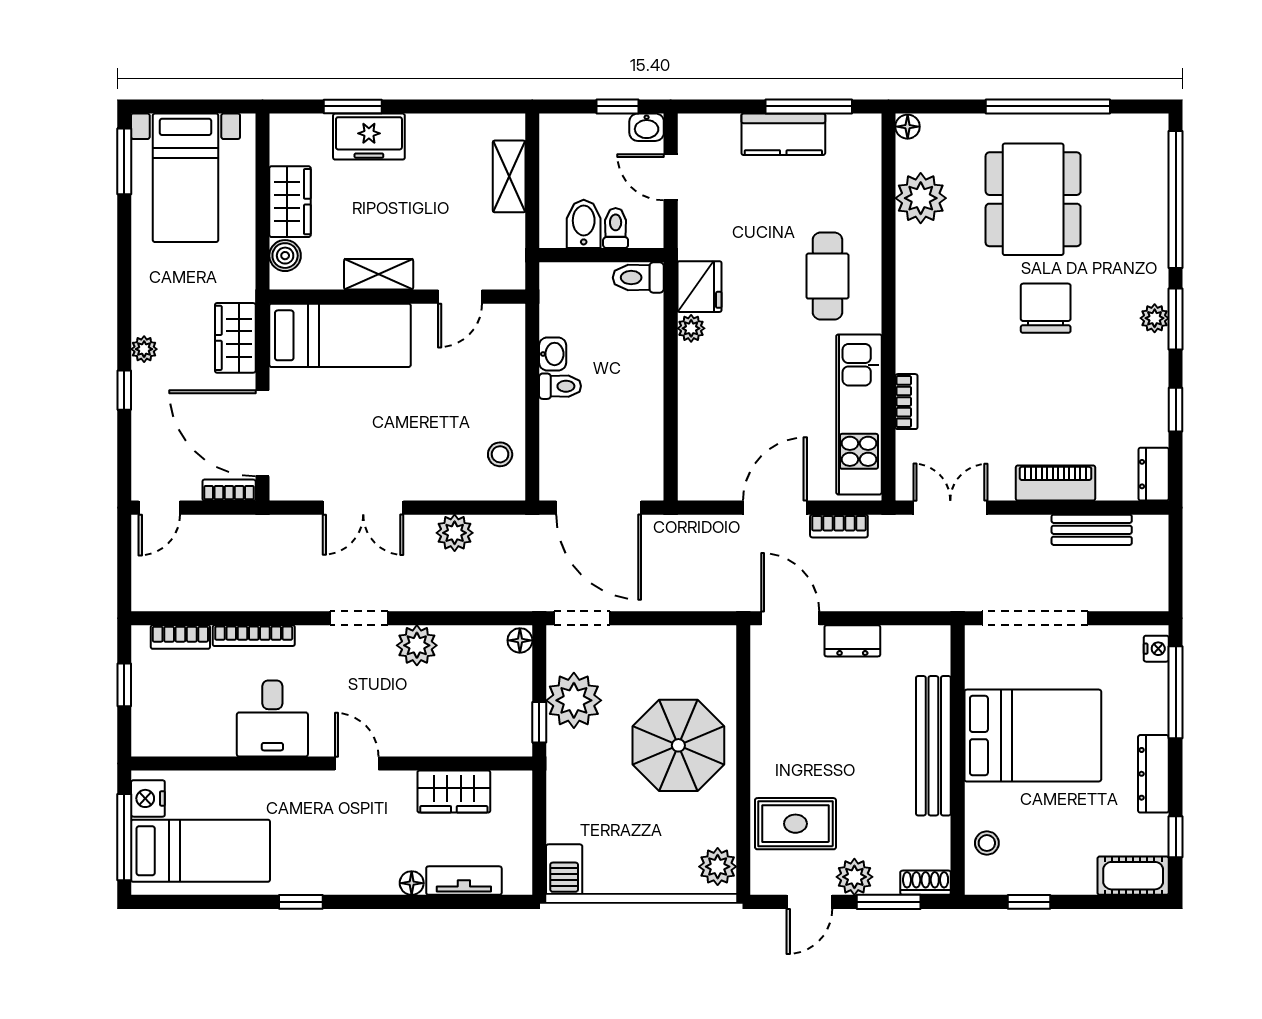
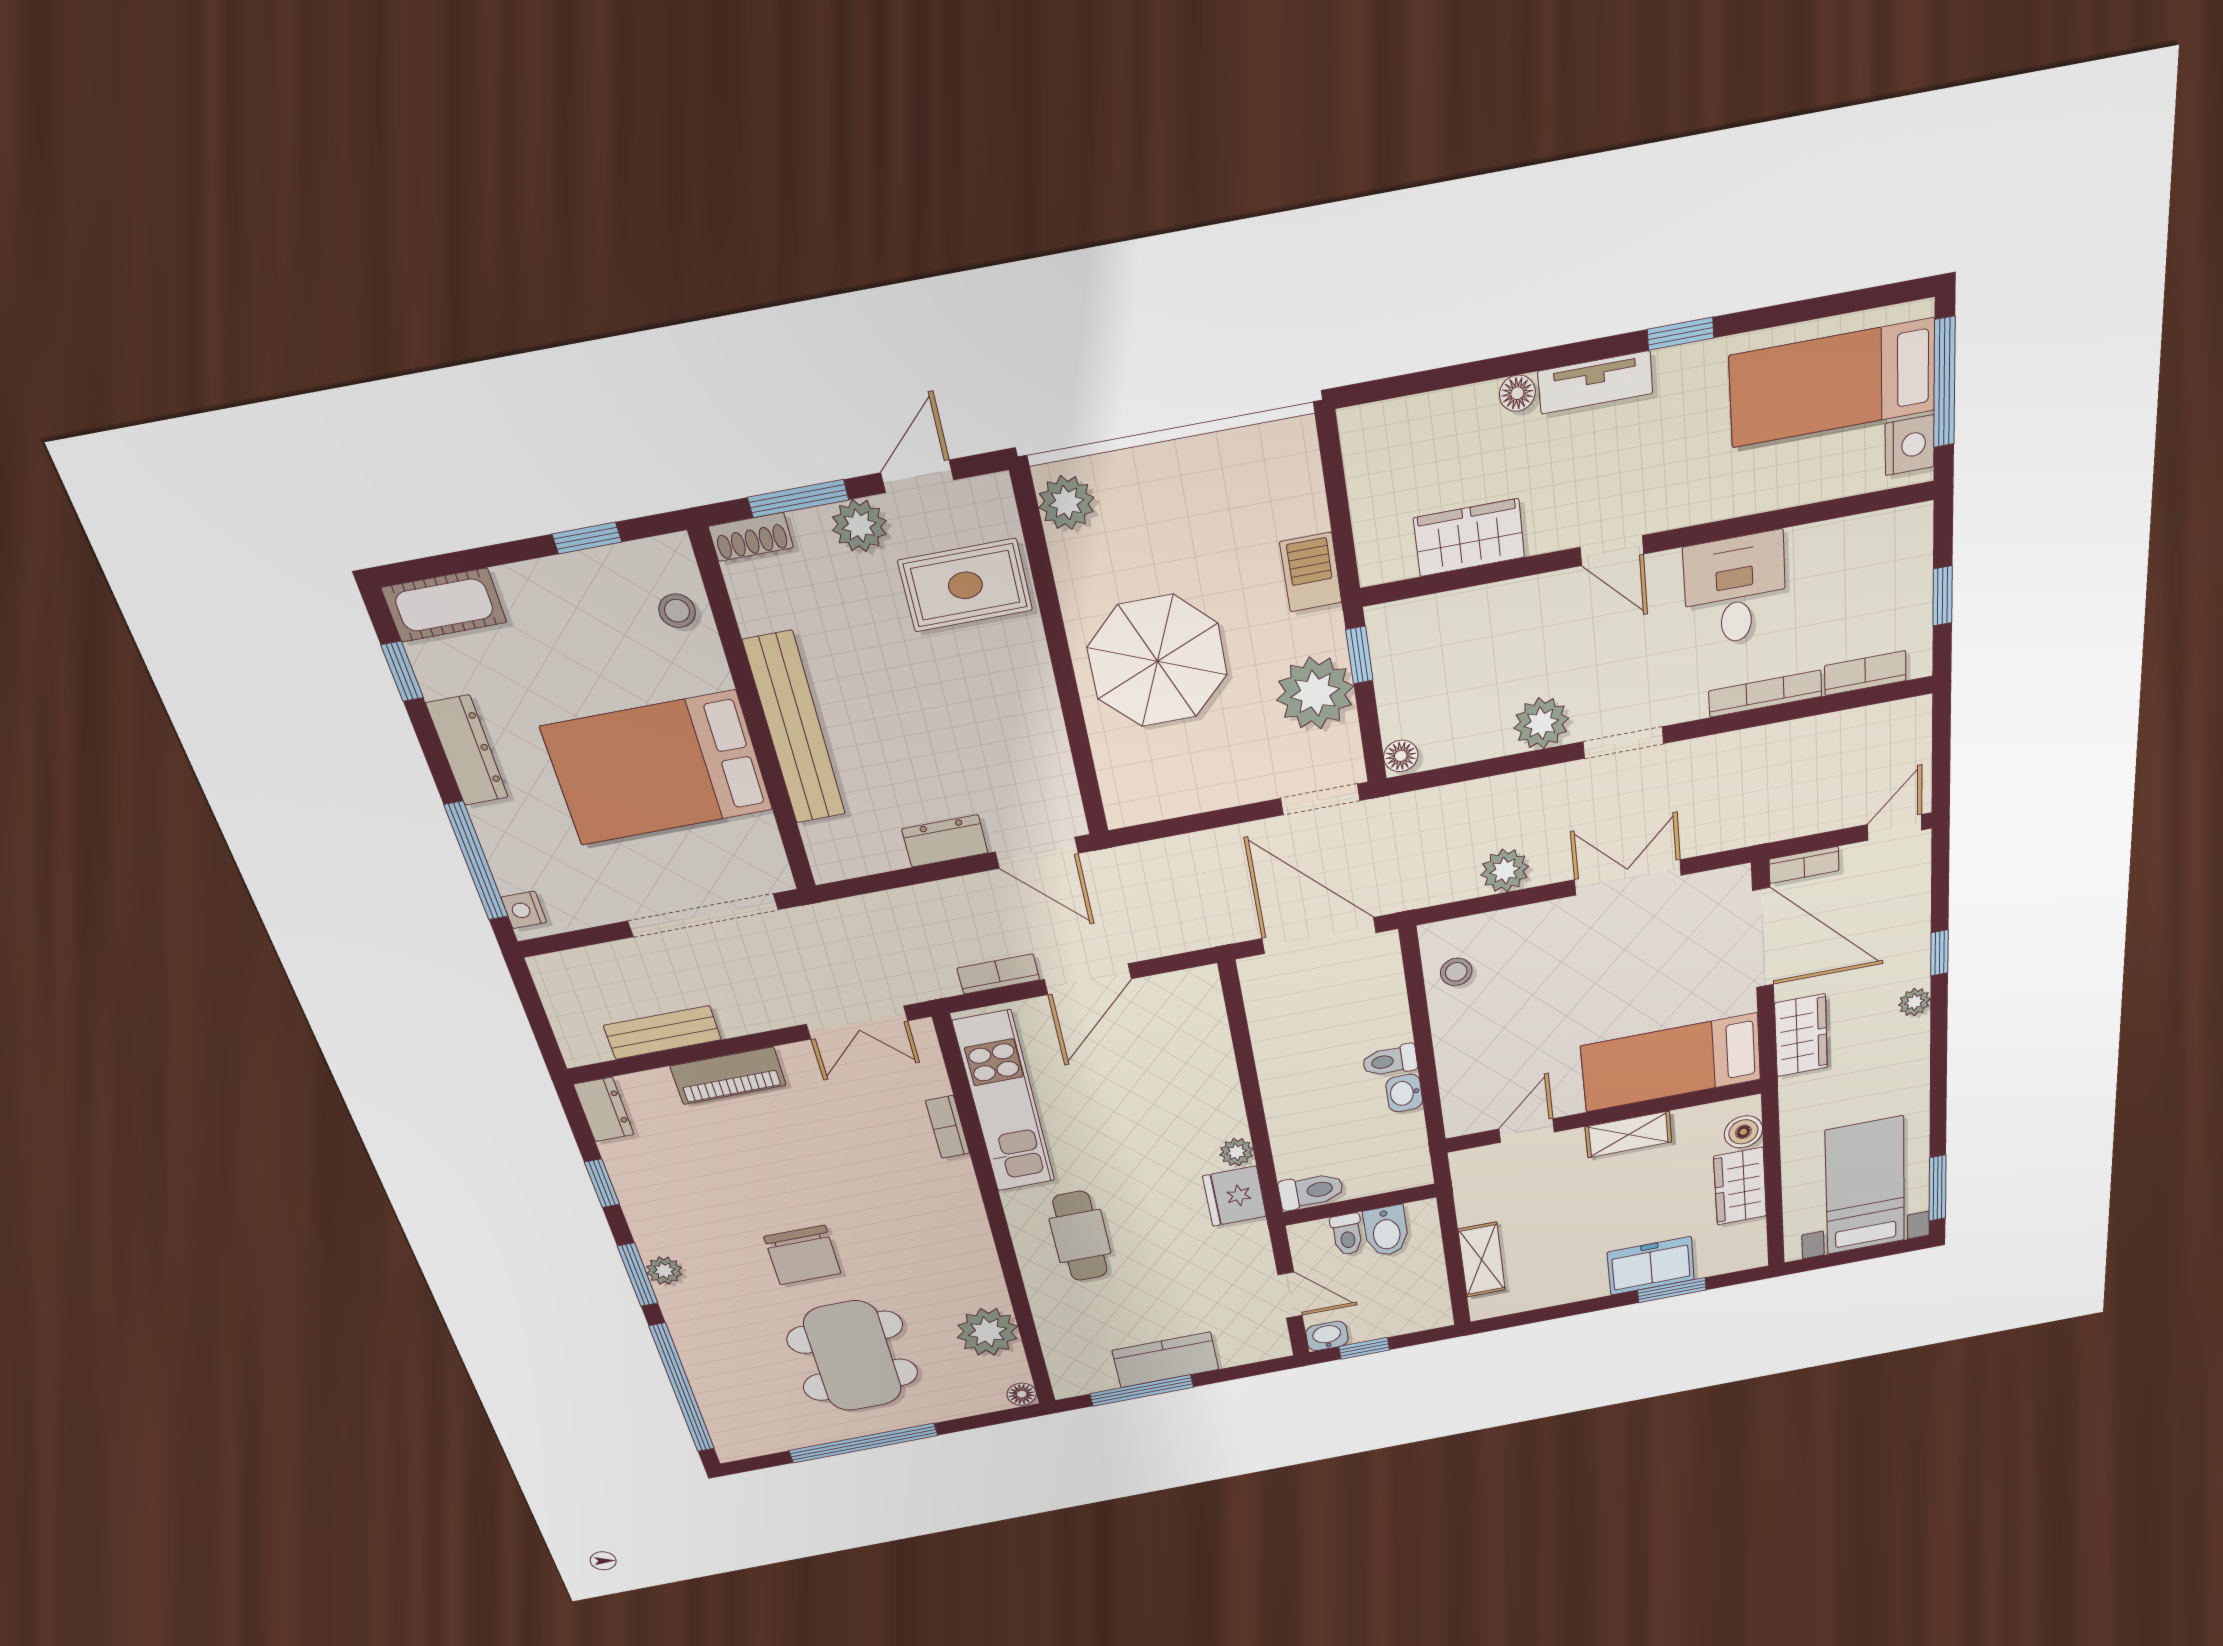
barbecue: (564, 870) -> (1311, 572), moved
tv unit: (464, 881) -> (1595, 382), moved

